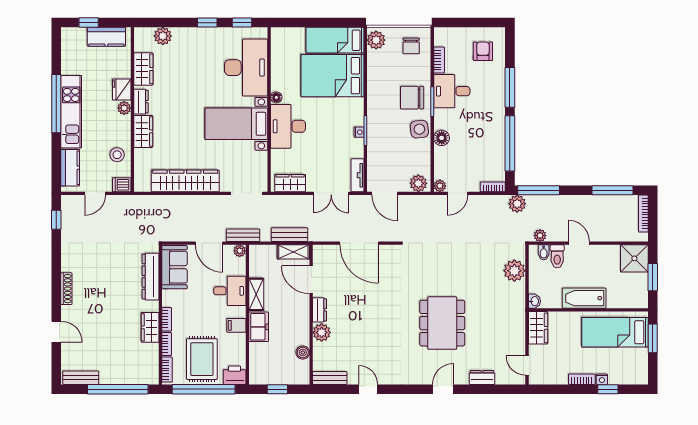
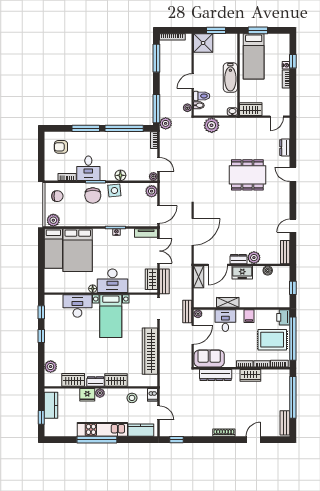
desk: (246, 68) -> (77, 306), width x0.73, depth x0.77
bench: (290, 235) -> (164, 281), moved
freezer: (259, 327) -> (242, 273), moved, turned 180

